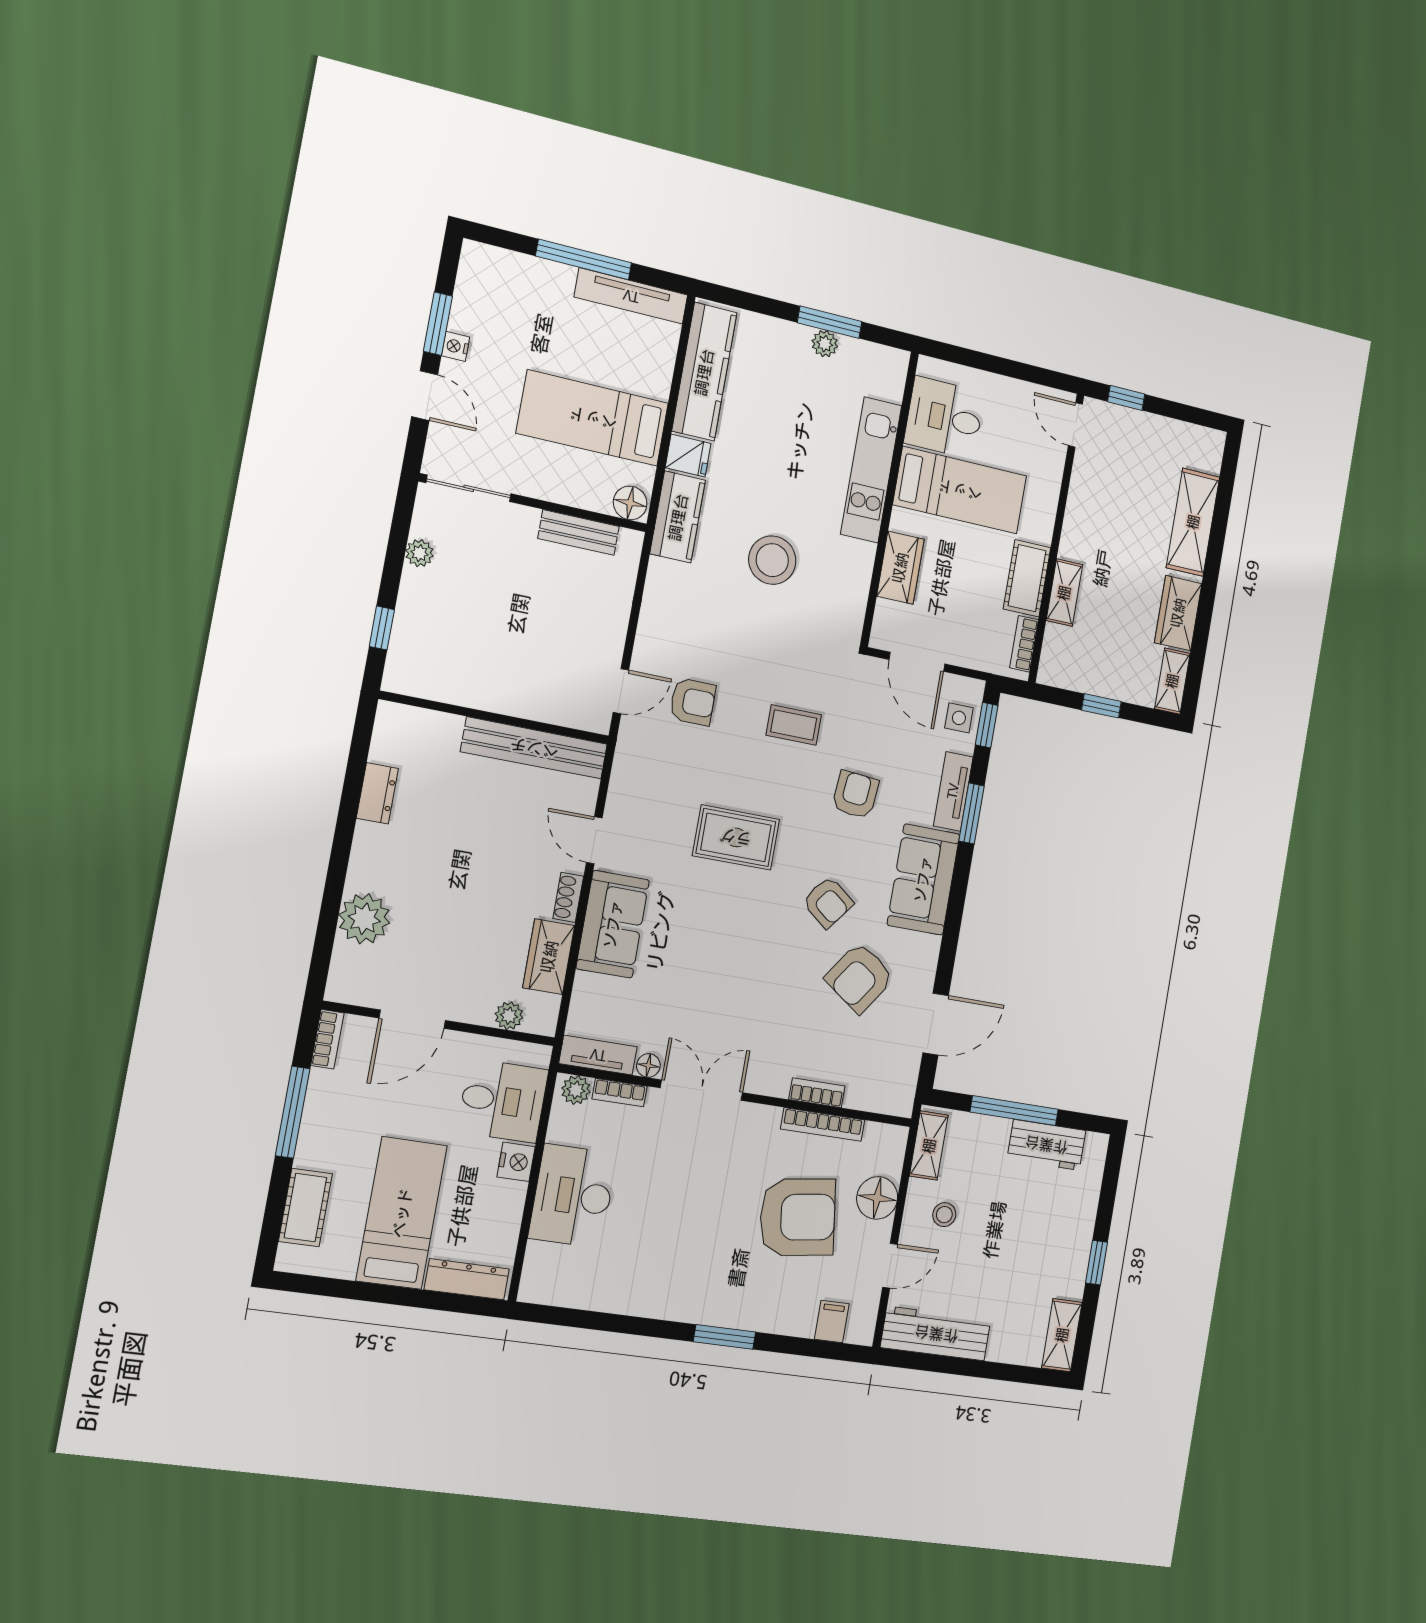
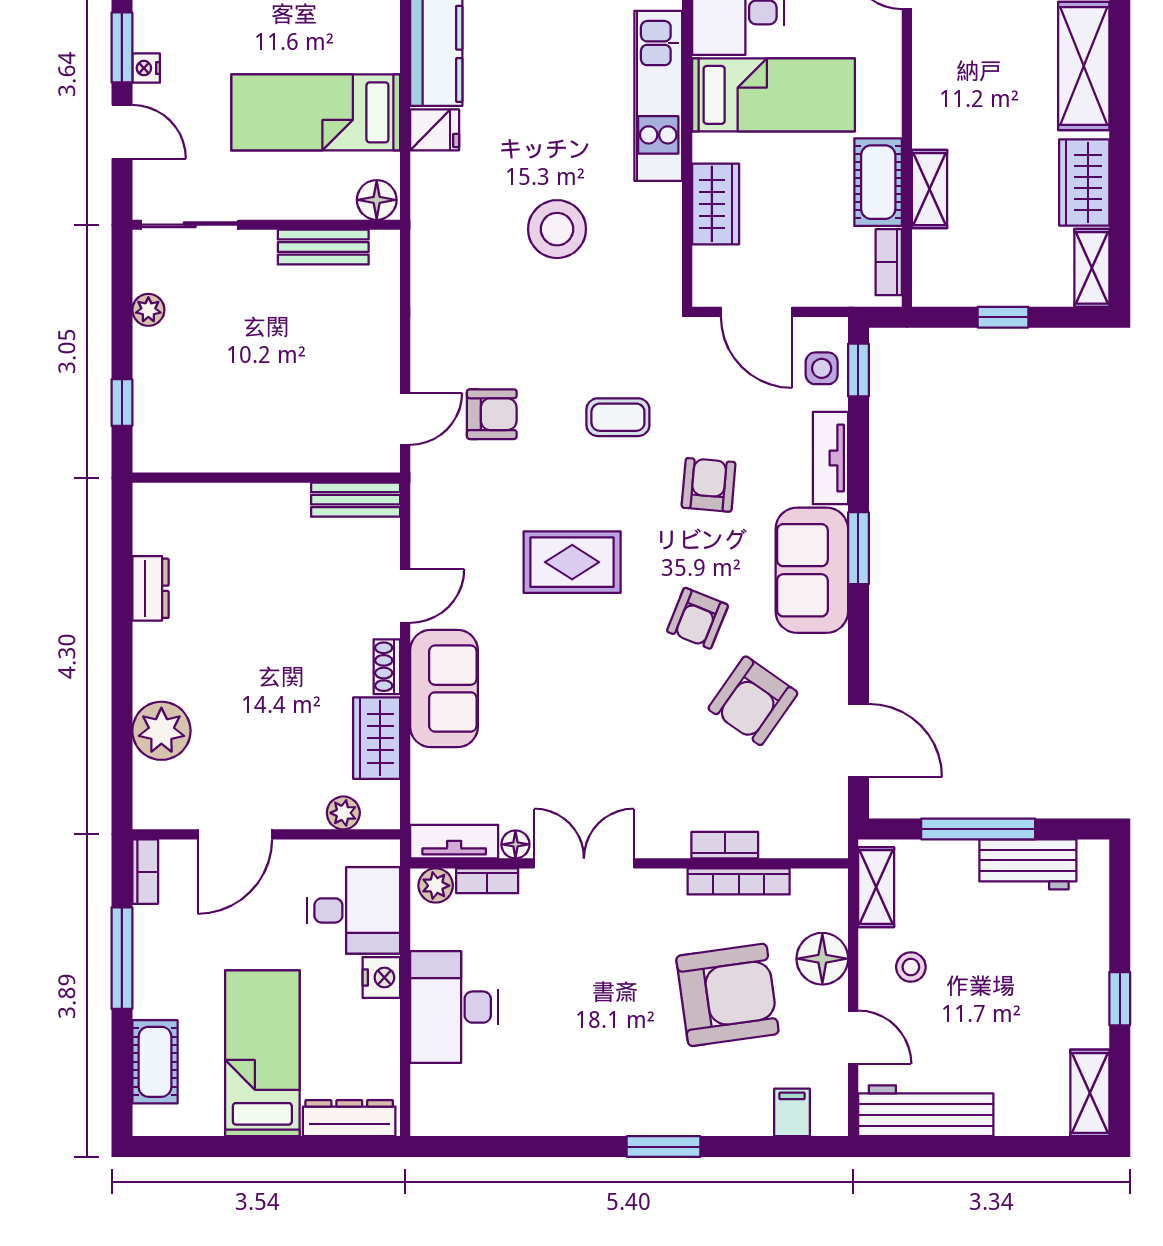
kitchen counter: (678, 517) -> (435, 204), removed
bench: (534, 748) -> (356, 500), width x0.54, depth x0.82
window: (972, 813) -> (858, 548), moved
door: (594, 840) -> (405, 596), swing flipped
armchair: (828, 902) -> (697, 618), turned 74
door: (936, 1024) -> (858, 741), hinge flipped
door: (890, 1266) -> (853, 1037), hinge flipped

